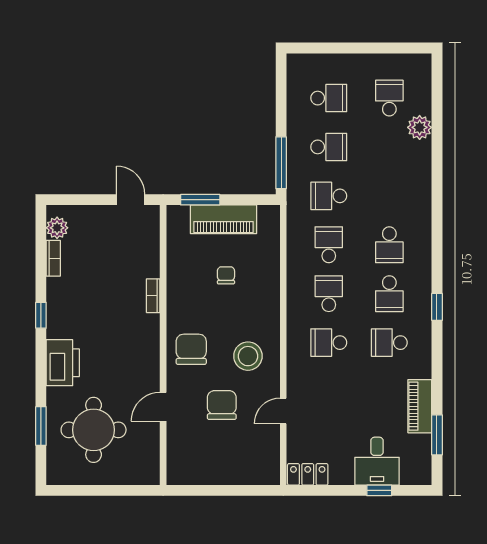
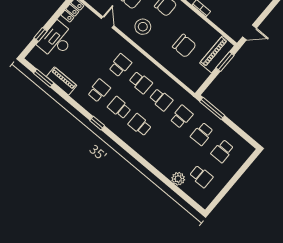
piano: (224, 219) -> (217, 54), moved
chair: (226, 275) -> (184, 46), width x1.87, depth x1.87
desk: (377, 461) -> (56, 40), width x1.37

